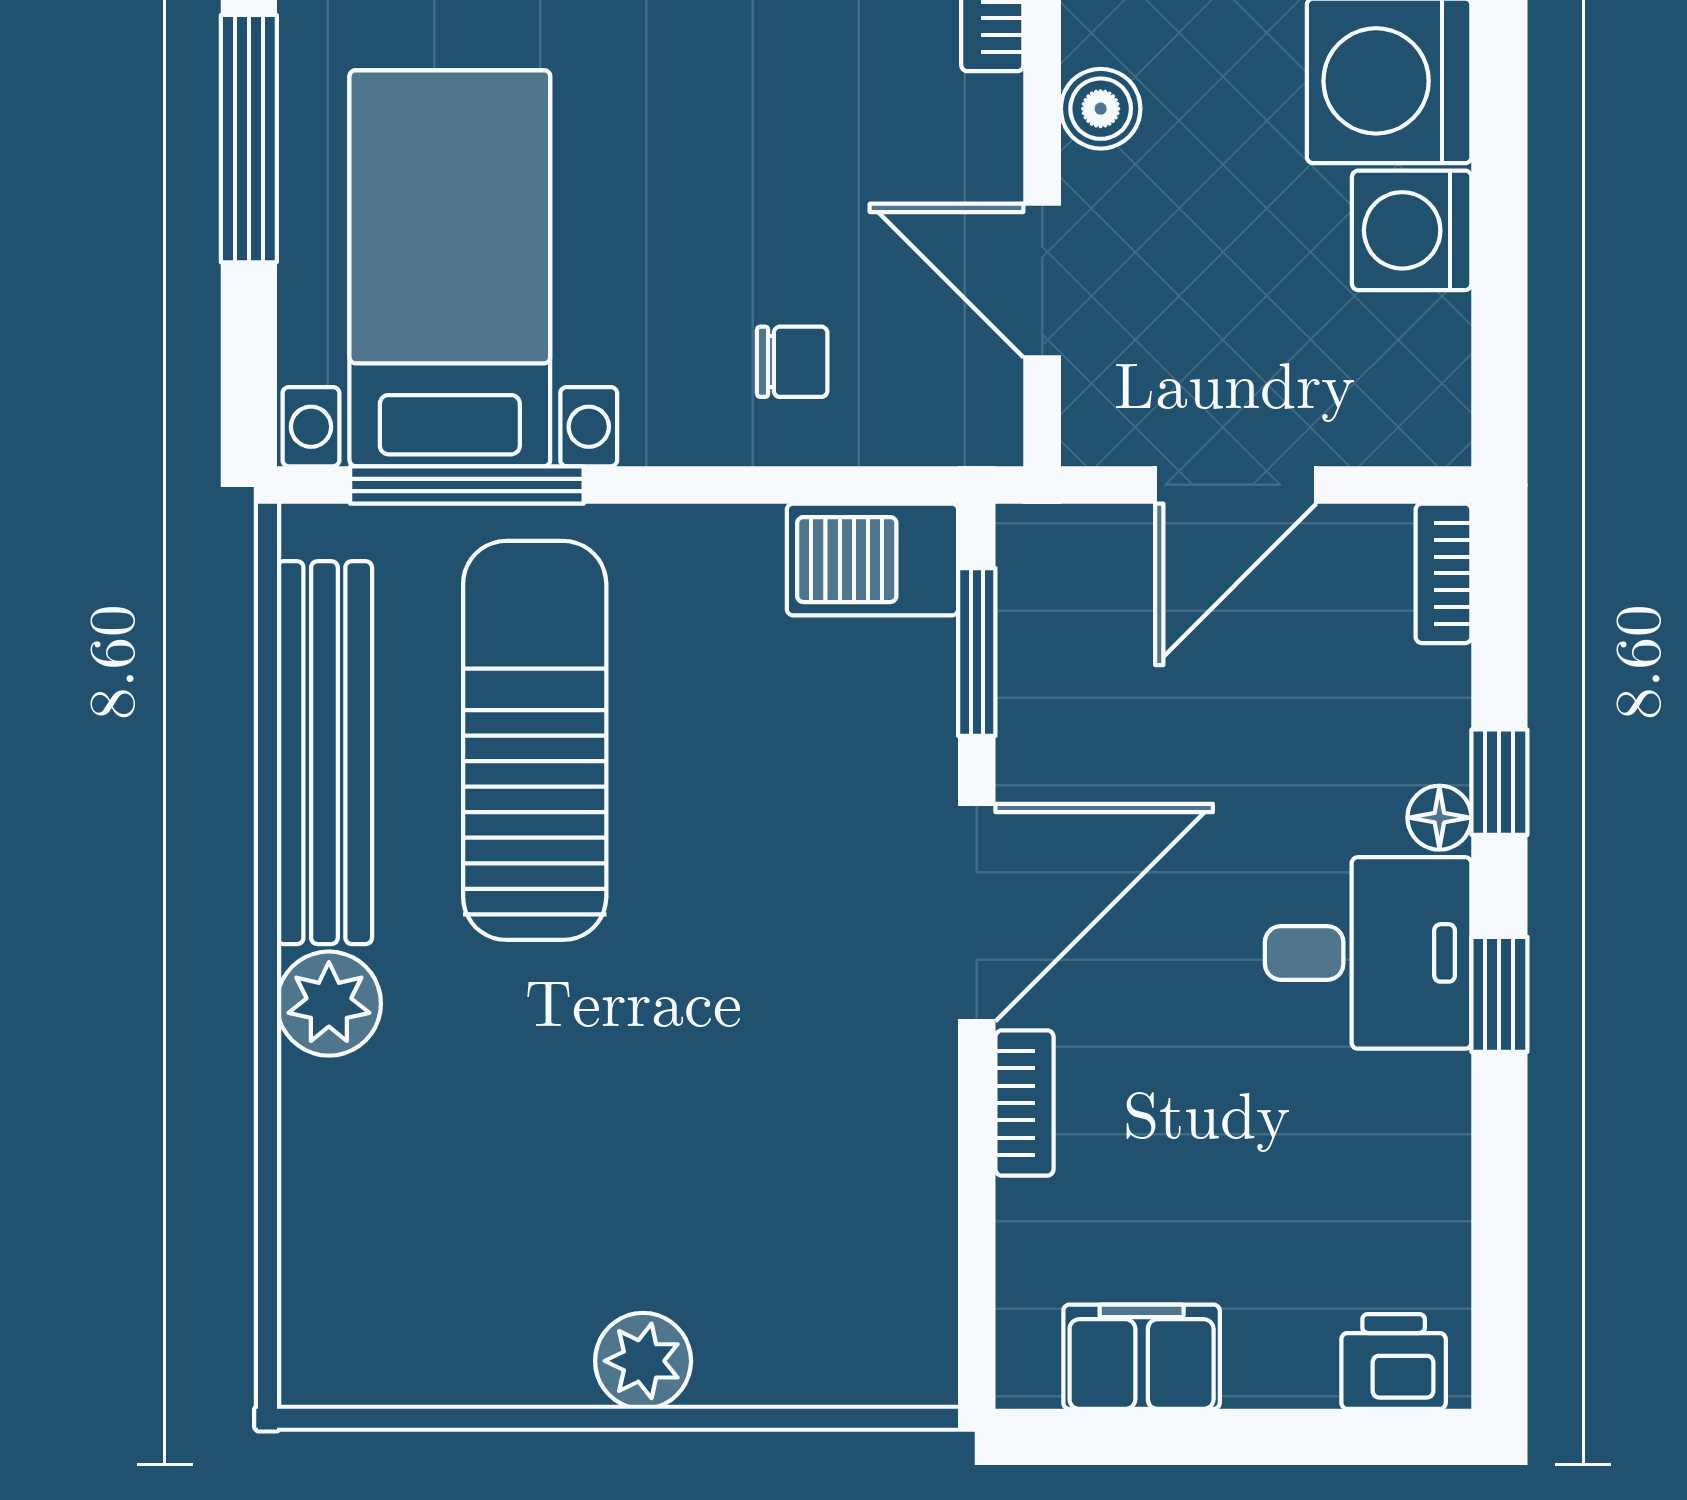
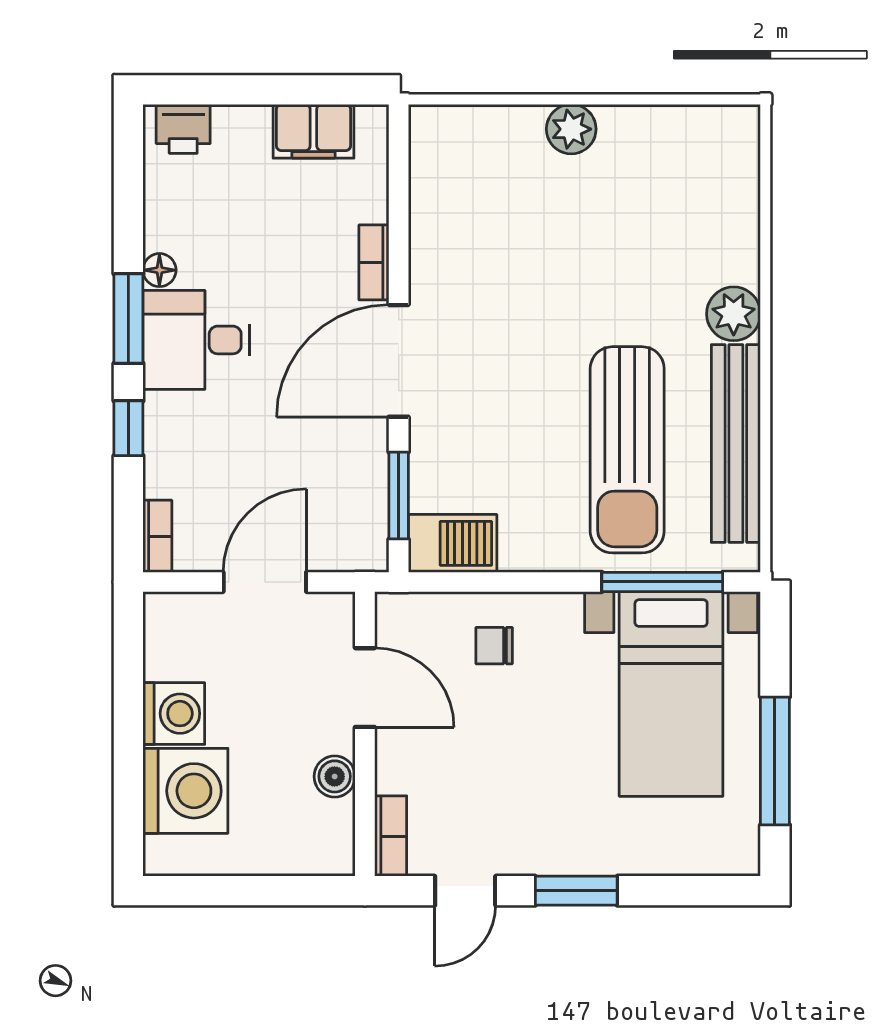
floor lamp: (1439, 818) -> (159, 270), moved
window: (1499, 994) -> (128, 319), width x1.50

